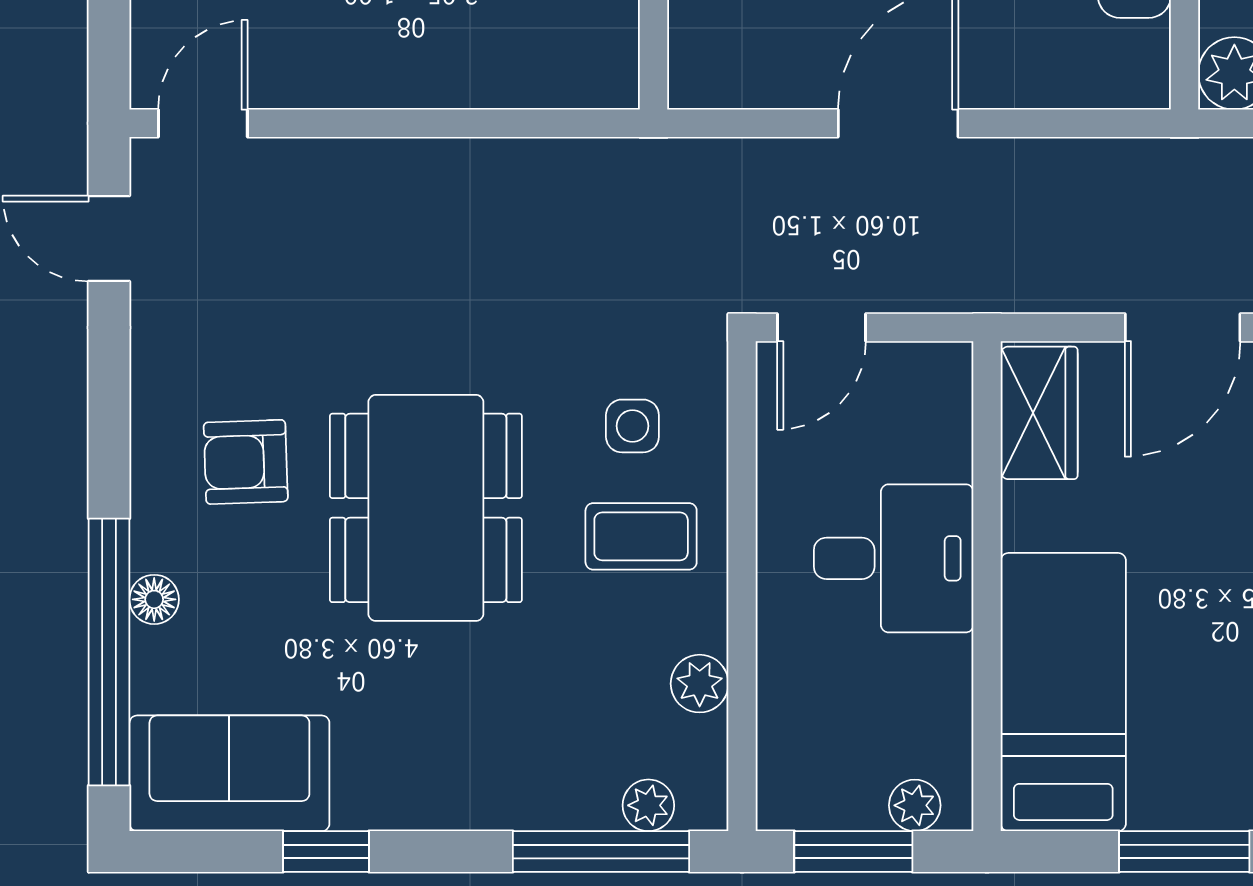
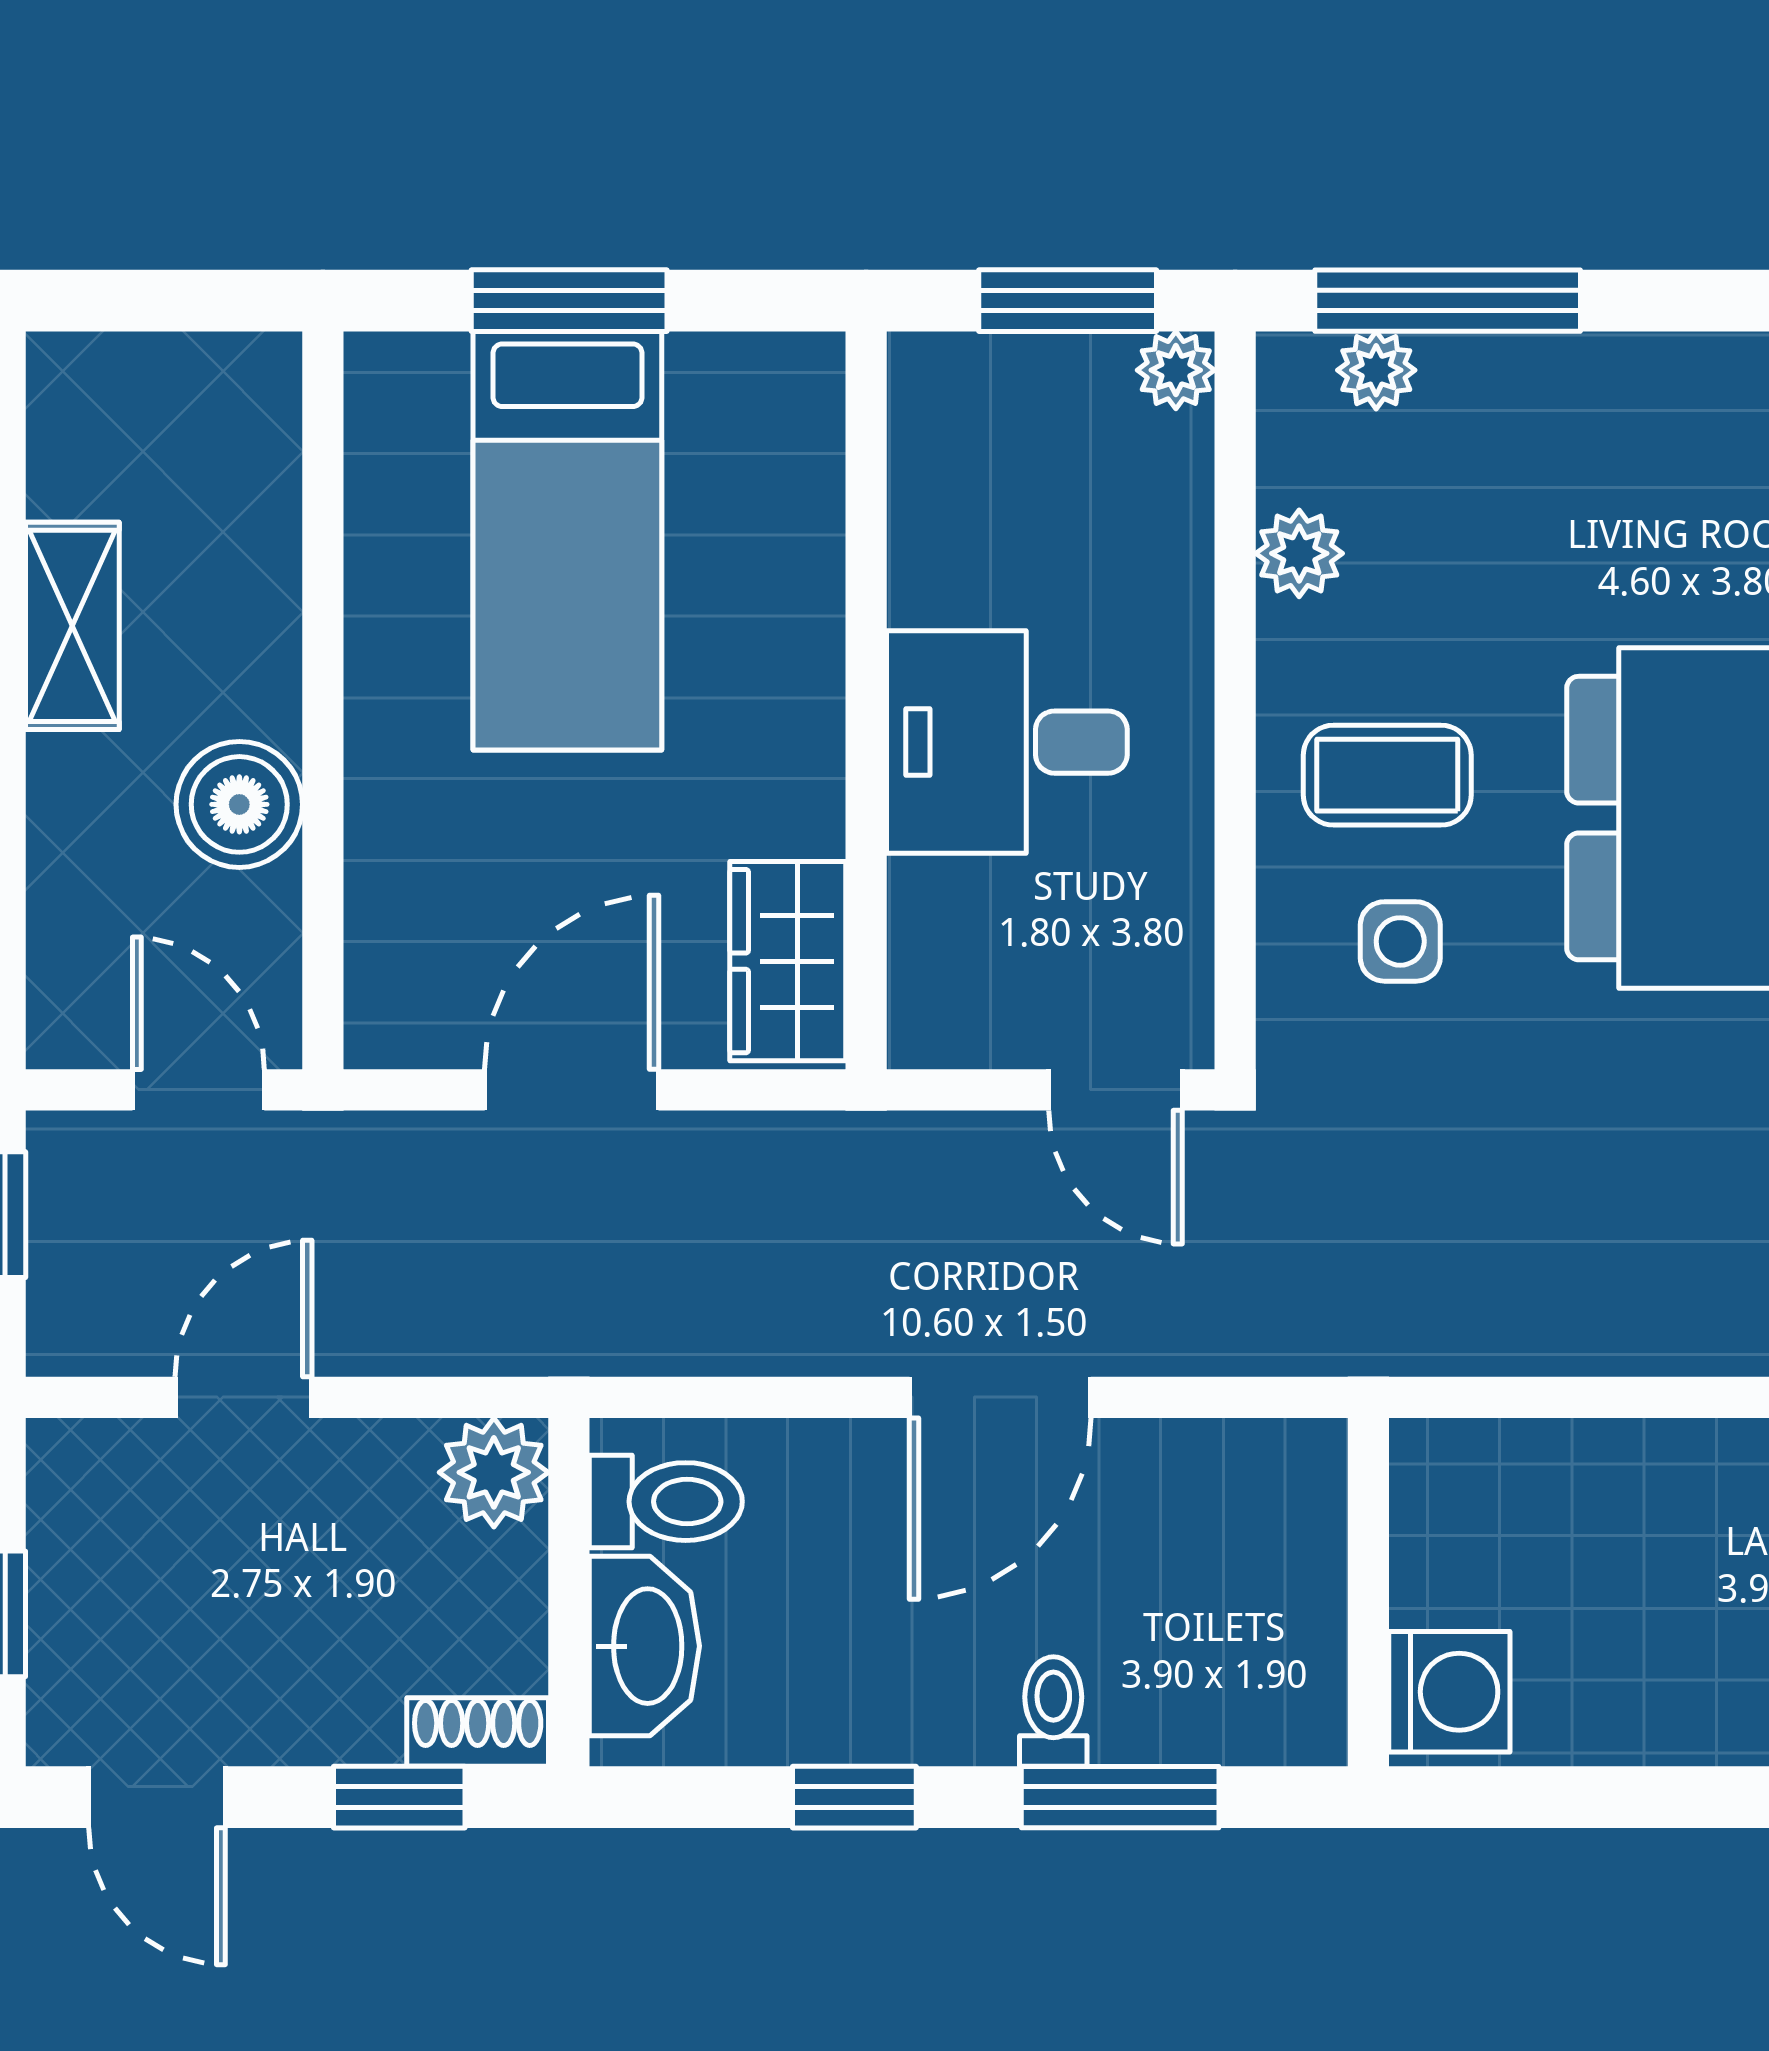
toilet: (1120, 54) -> (666, 1502), added
door: (822, 327) -> (1115, 1090), swing flipped
bed: (1063, 692) -> (567, 541), moved
plant: (915, 805) -> (1176, 370), moved

